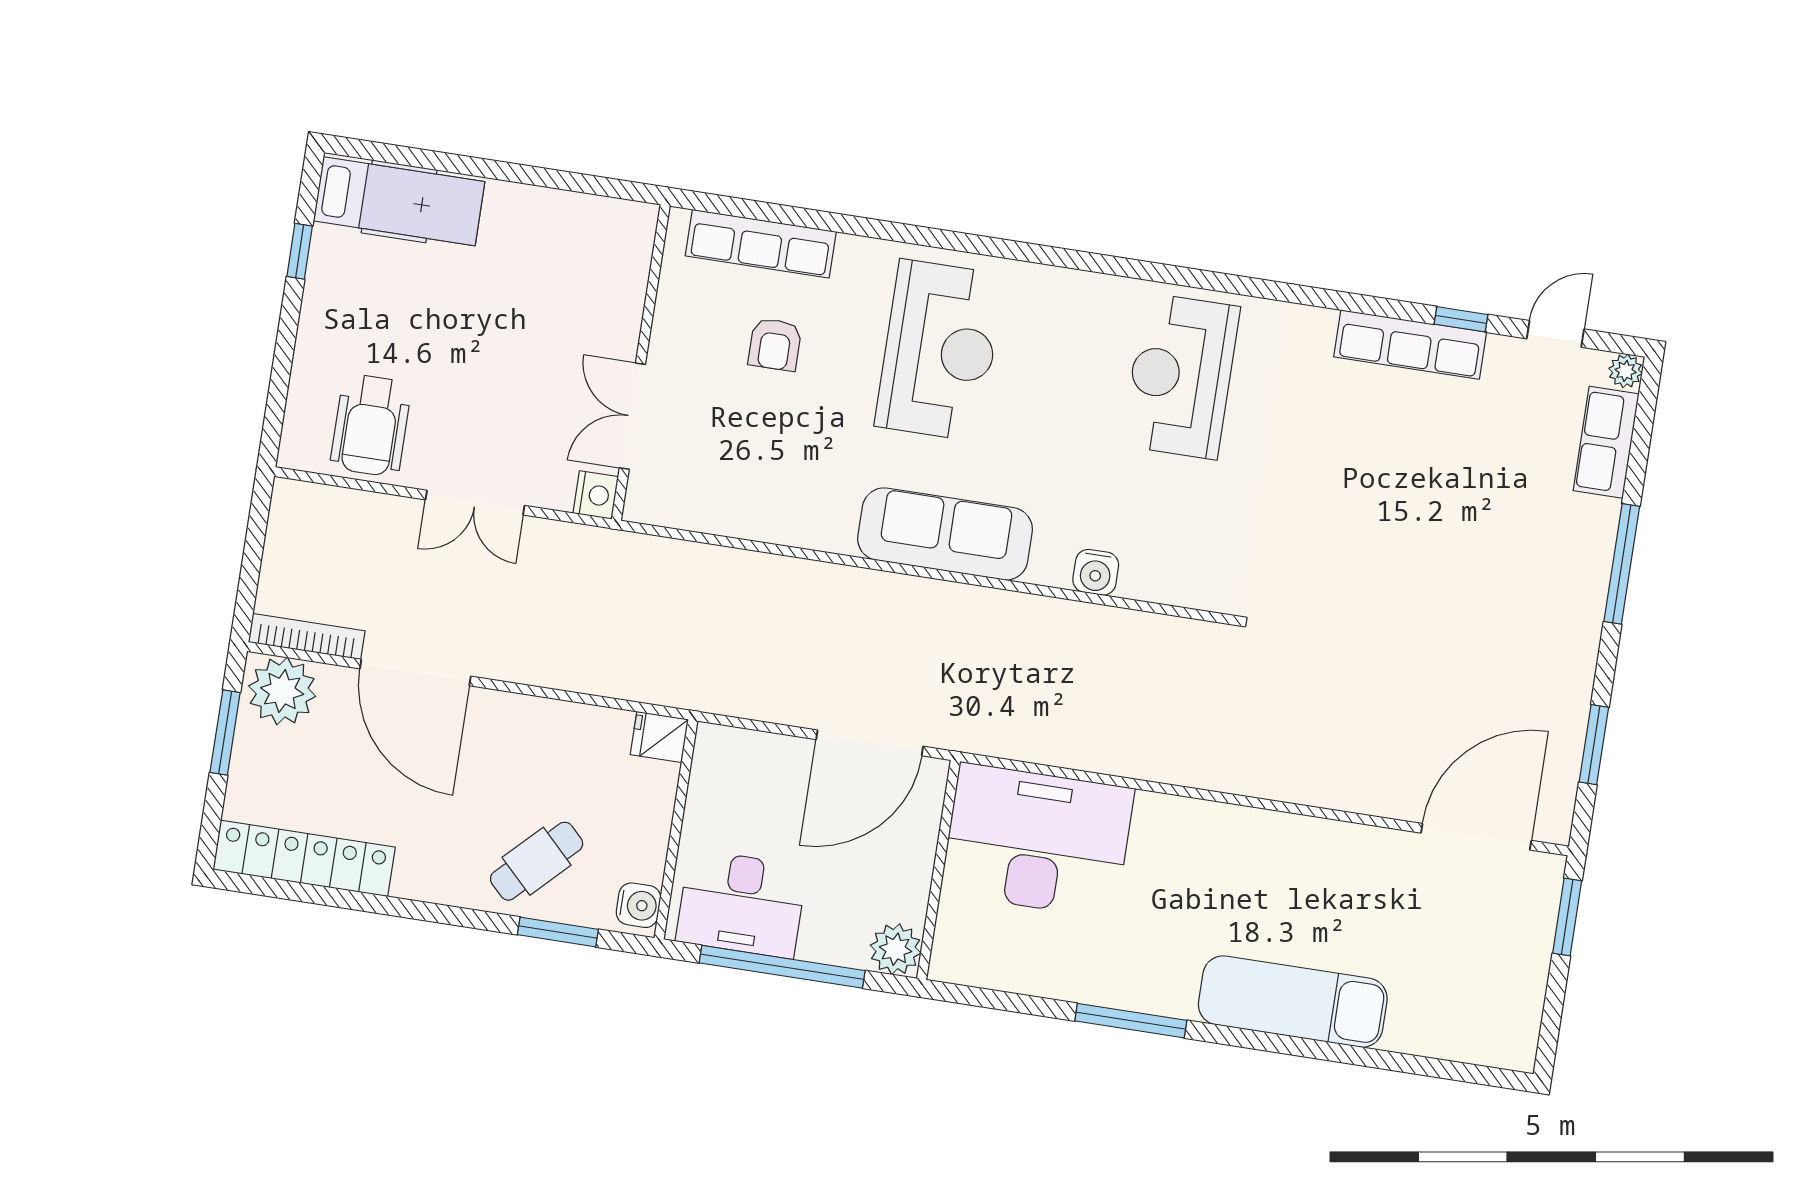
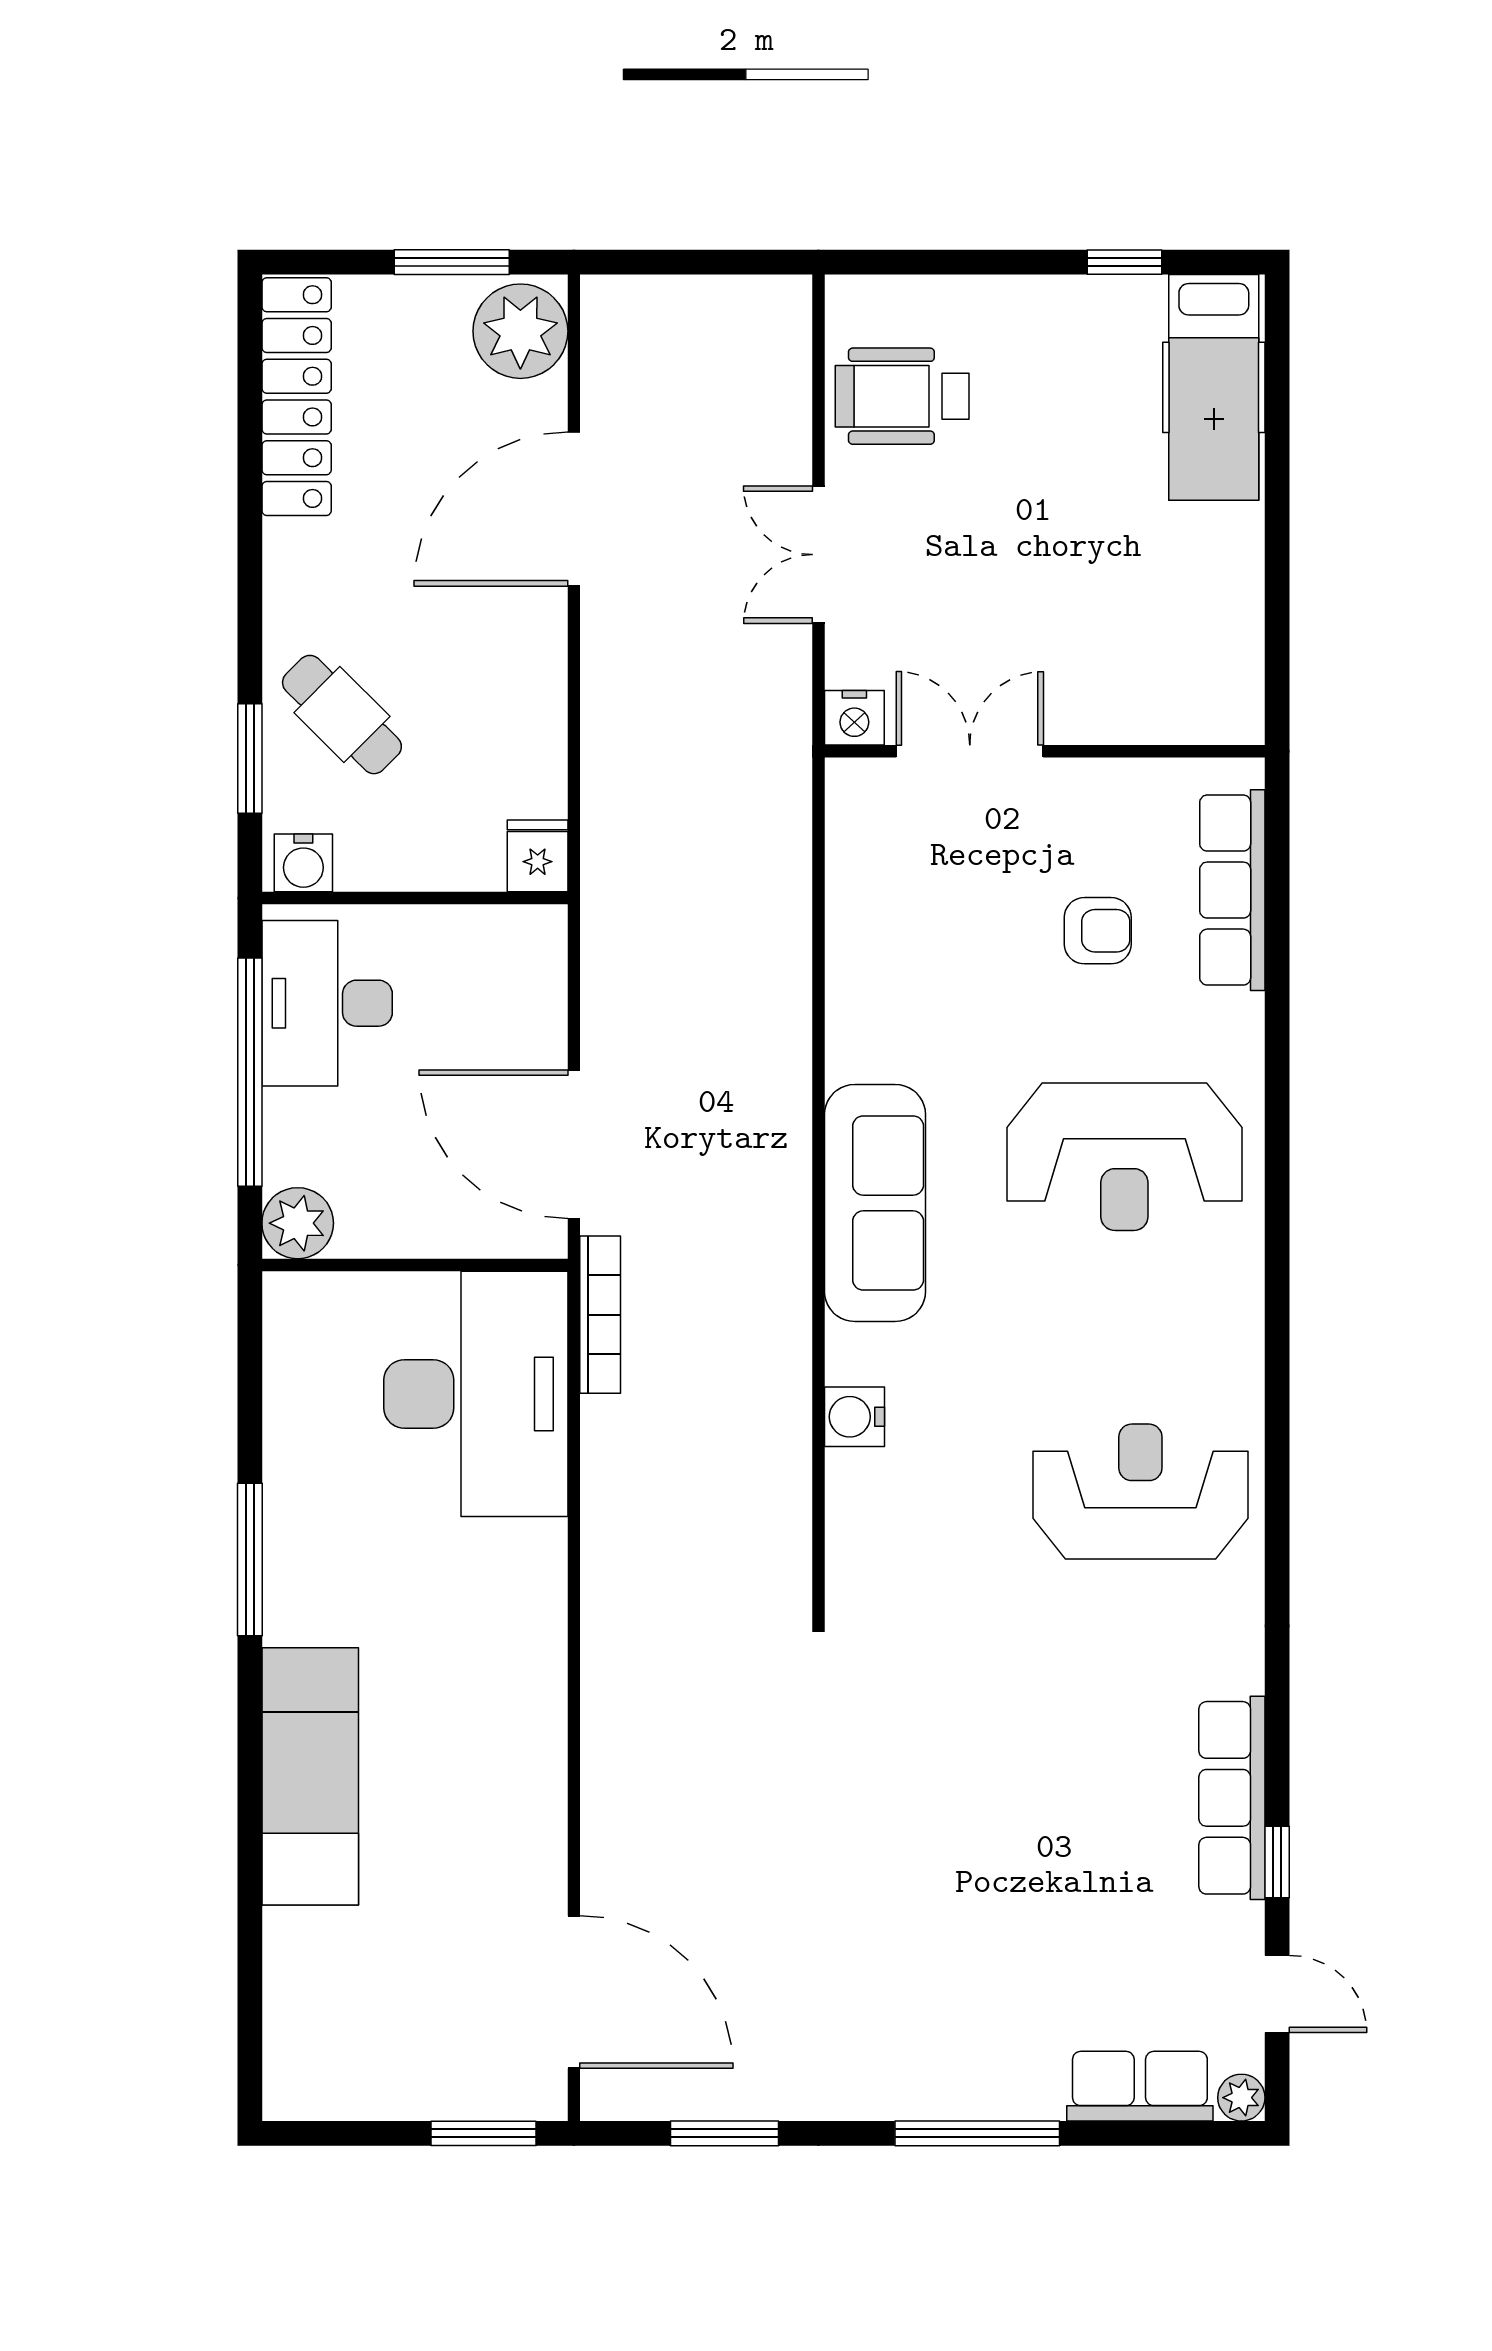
armchair: (775, 344) -> (1098, 931), turned 180
bookcase: (307, 636) -> (600, 1315), moved

